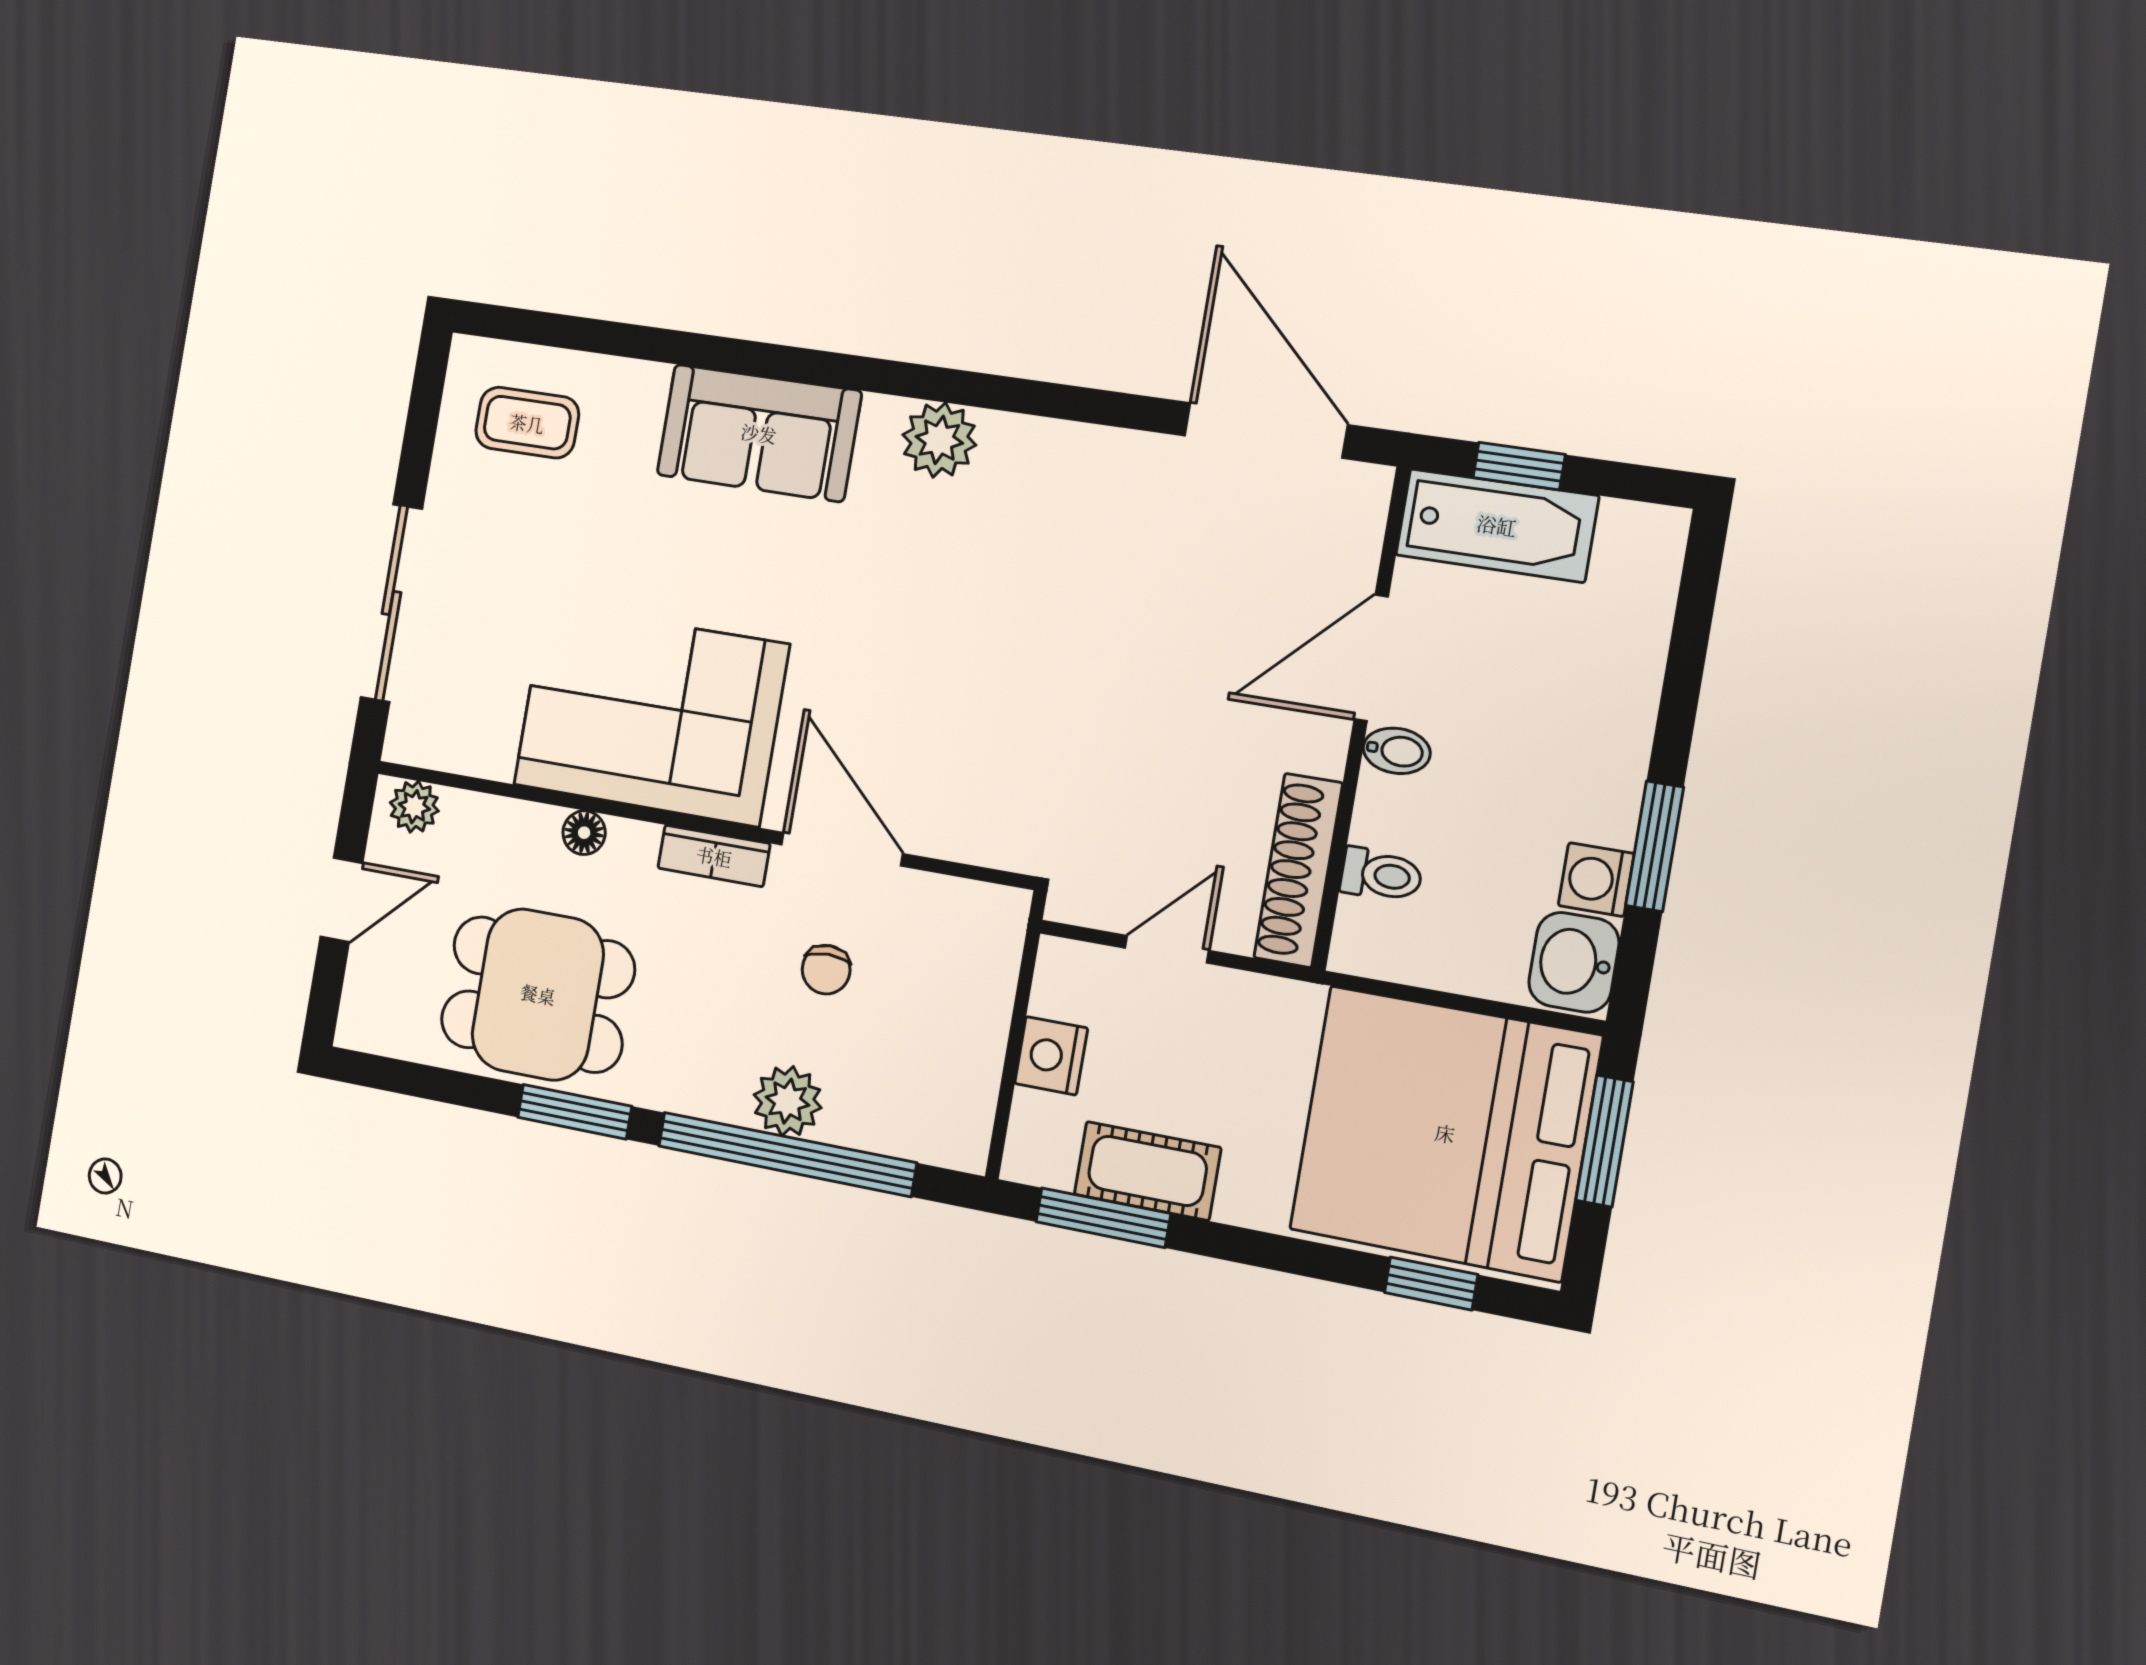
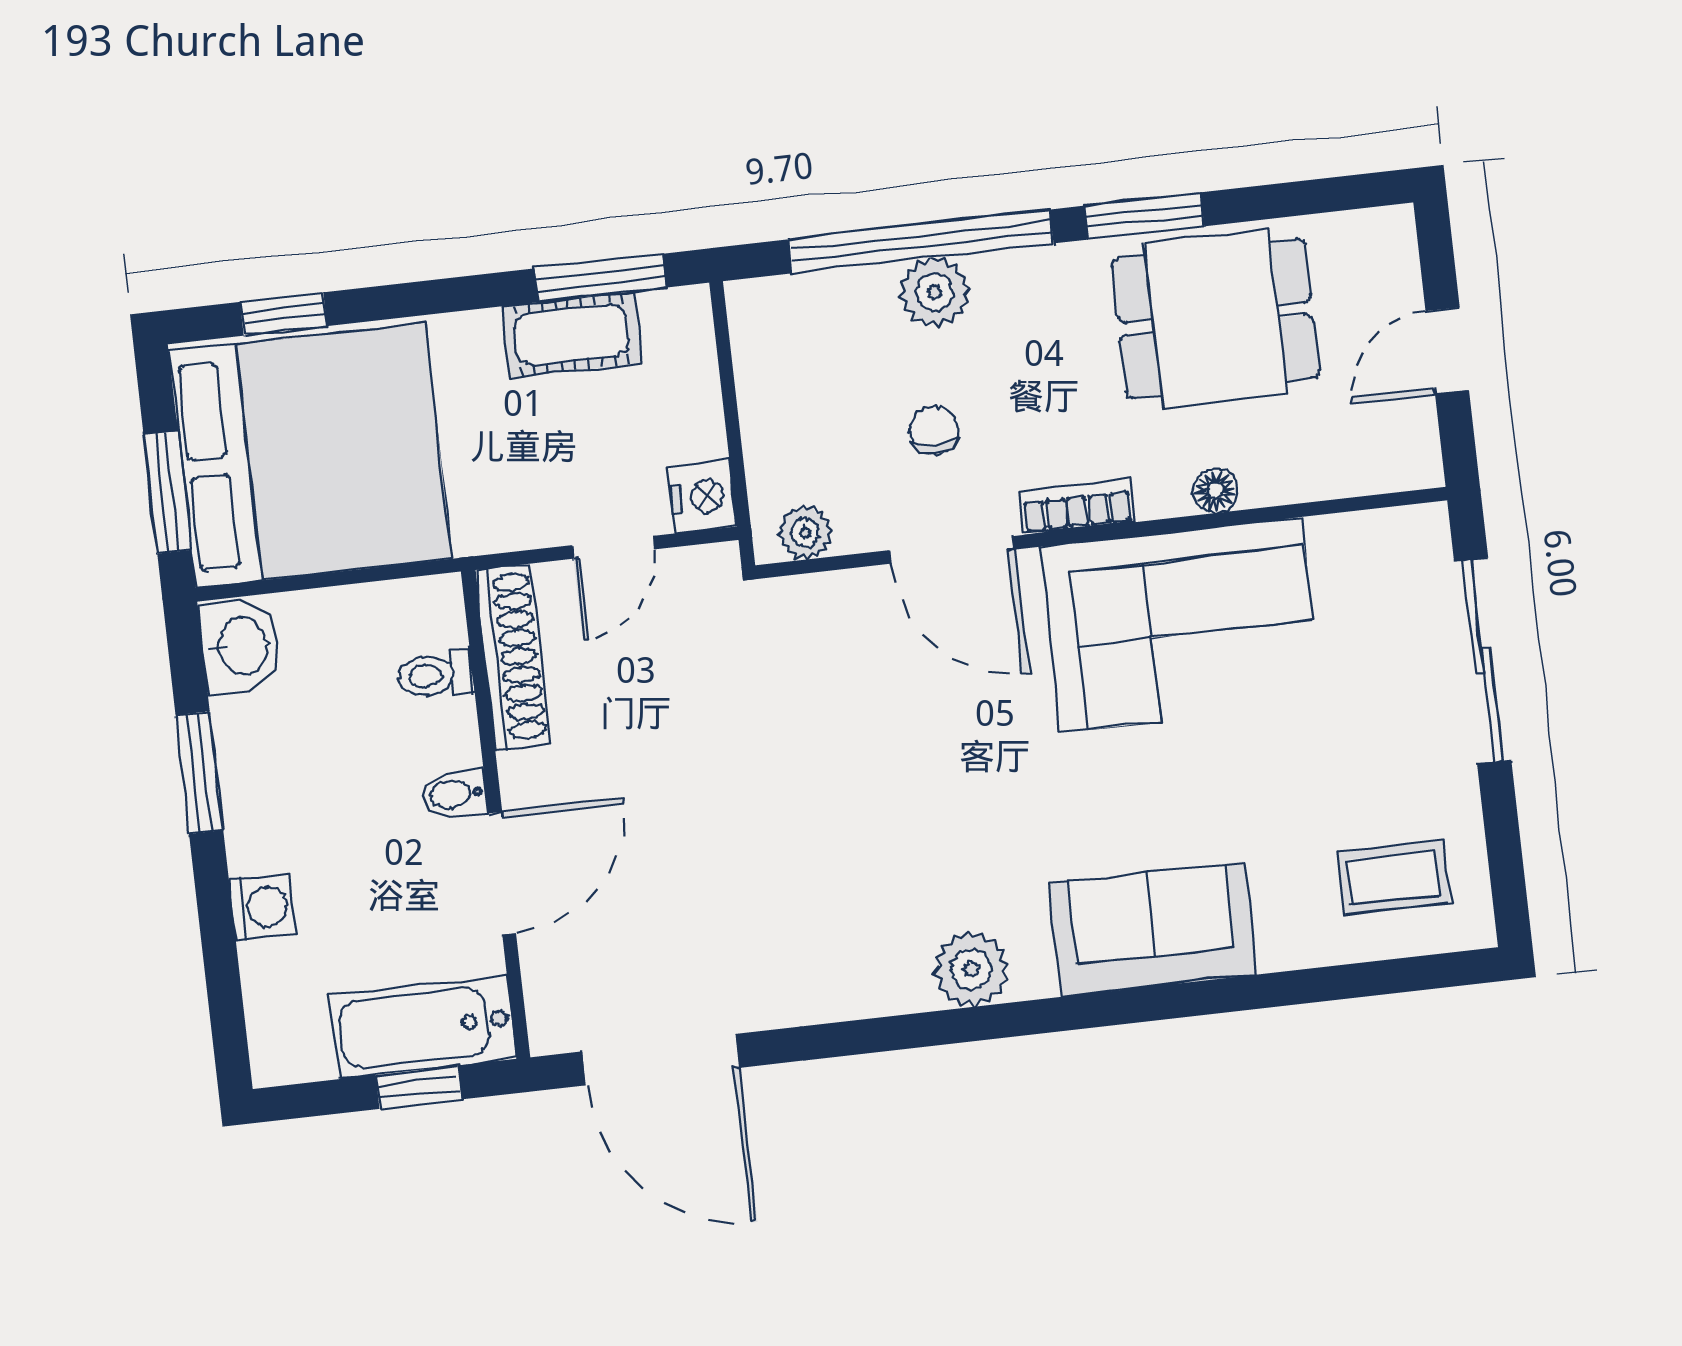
plant: (414, 807) -> (805, 533), moved
washing machine: (1596, 880) -> (262, 906), moved
nightstand: (1051, 1056) -> (702, 496), moved

